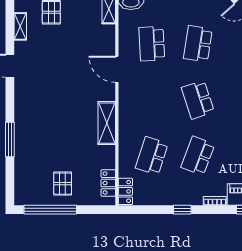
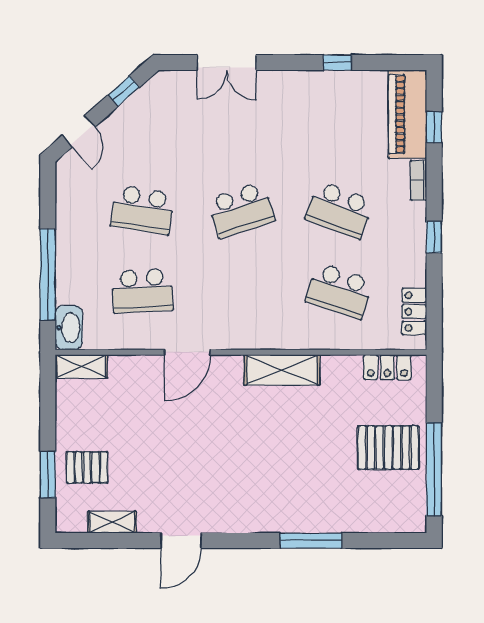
pallet: (63, 184) -> (388, 448), width x1.50, depth x1.42
locker: (125, 191) -> (414, 312), moved, turned -90

